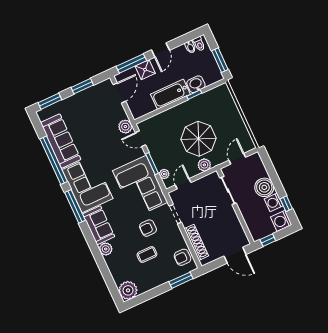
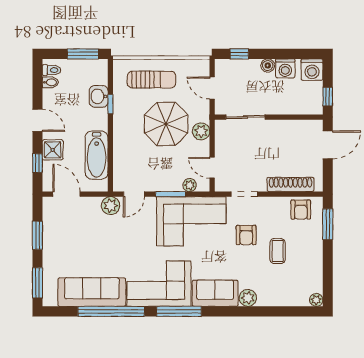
window: (131, 63) -> (37, 163), width x0.46
bathtub: (170, 94) -> (97, 155), moved
sun lounger: (224, 115) -> (152, 80), added
boiler: (264, 187) -> (268, 66), width x0.54, depth x0.54
window: (286, 204) -> (239, 54), moved
plant: (128, 290) -> (316, 300), width x0.53, depth x0.53

